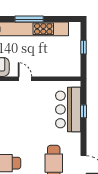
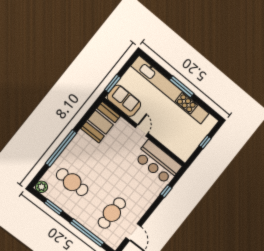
bar counter: (68, 109) -> (158, 162), moved, turned -90

